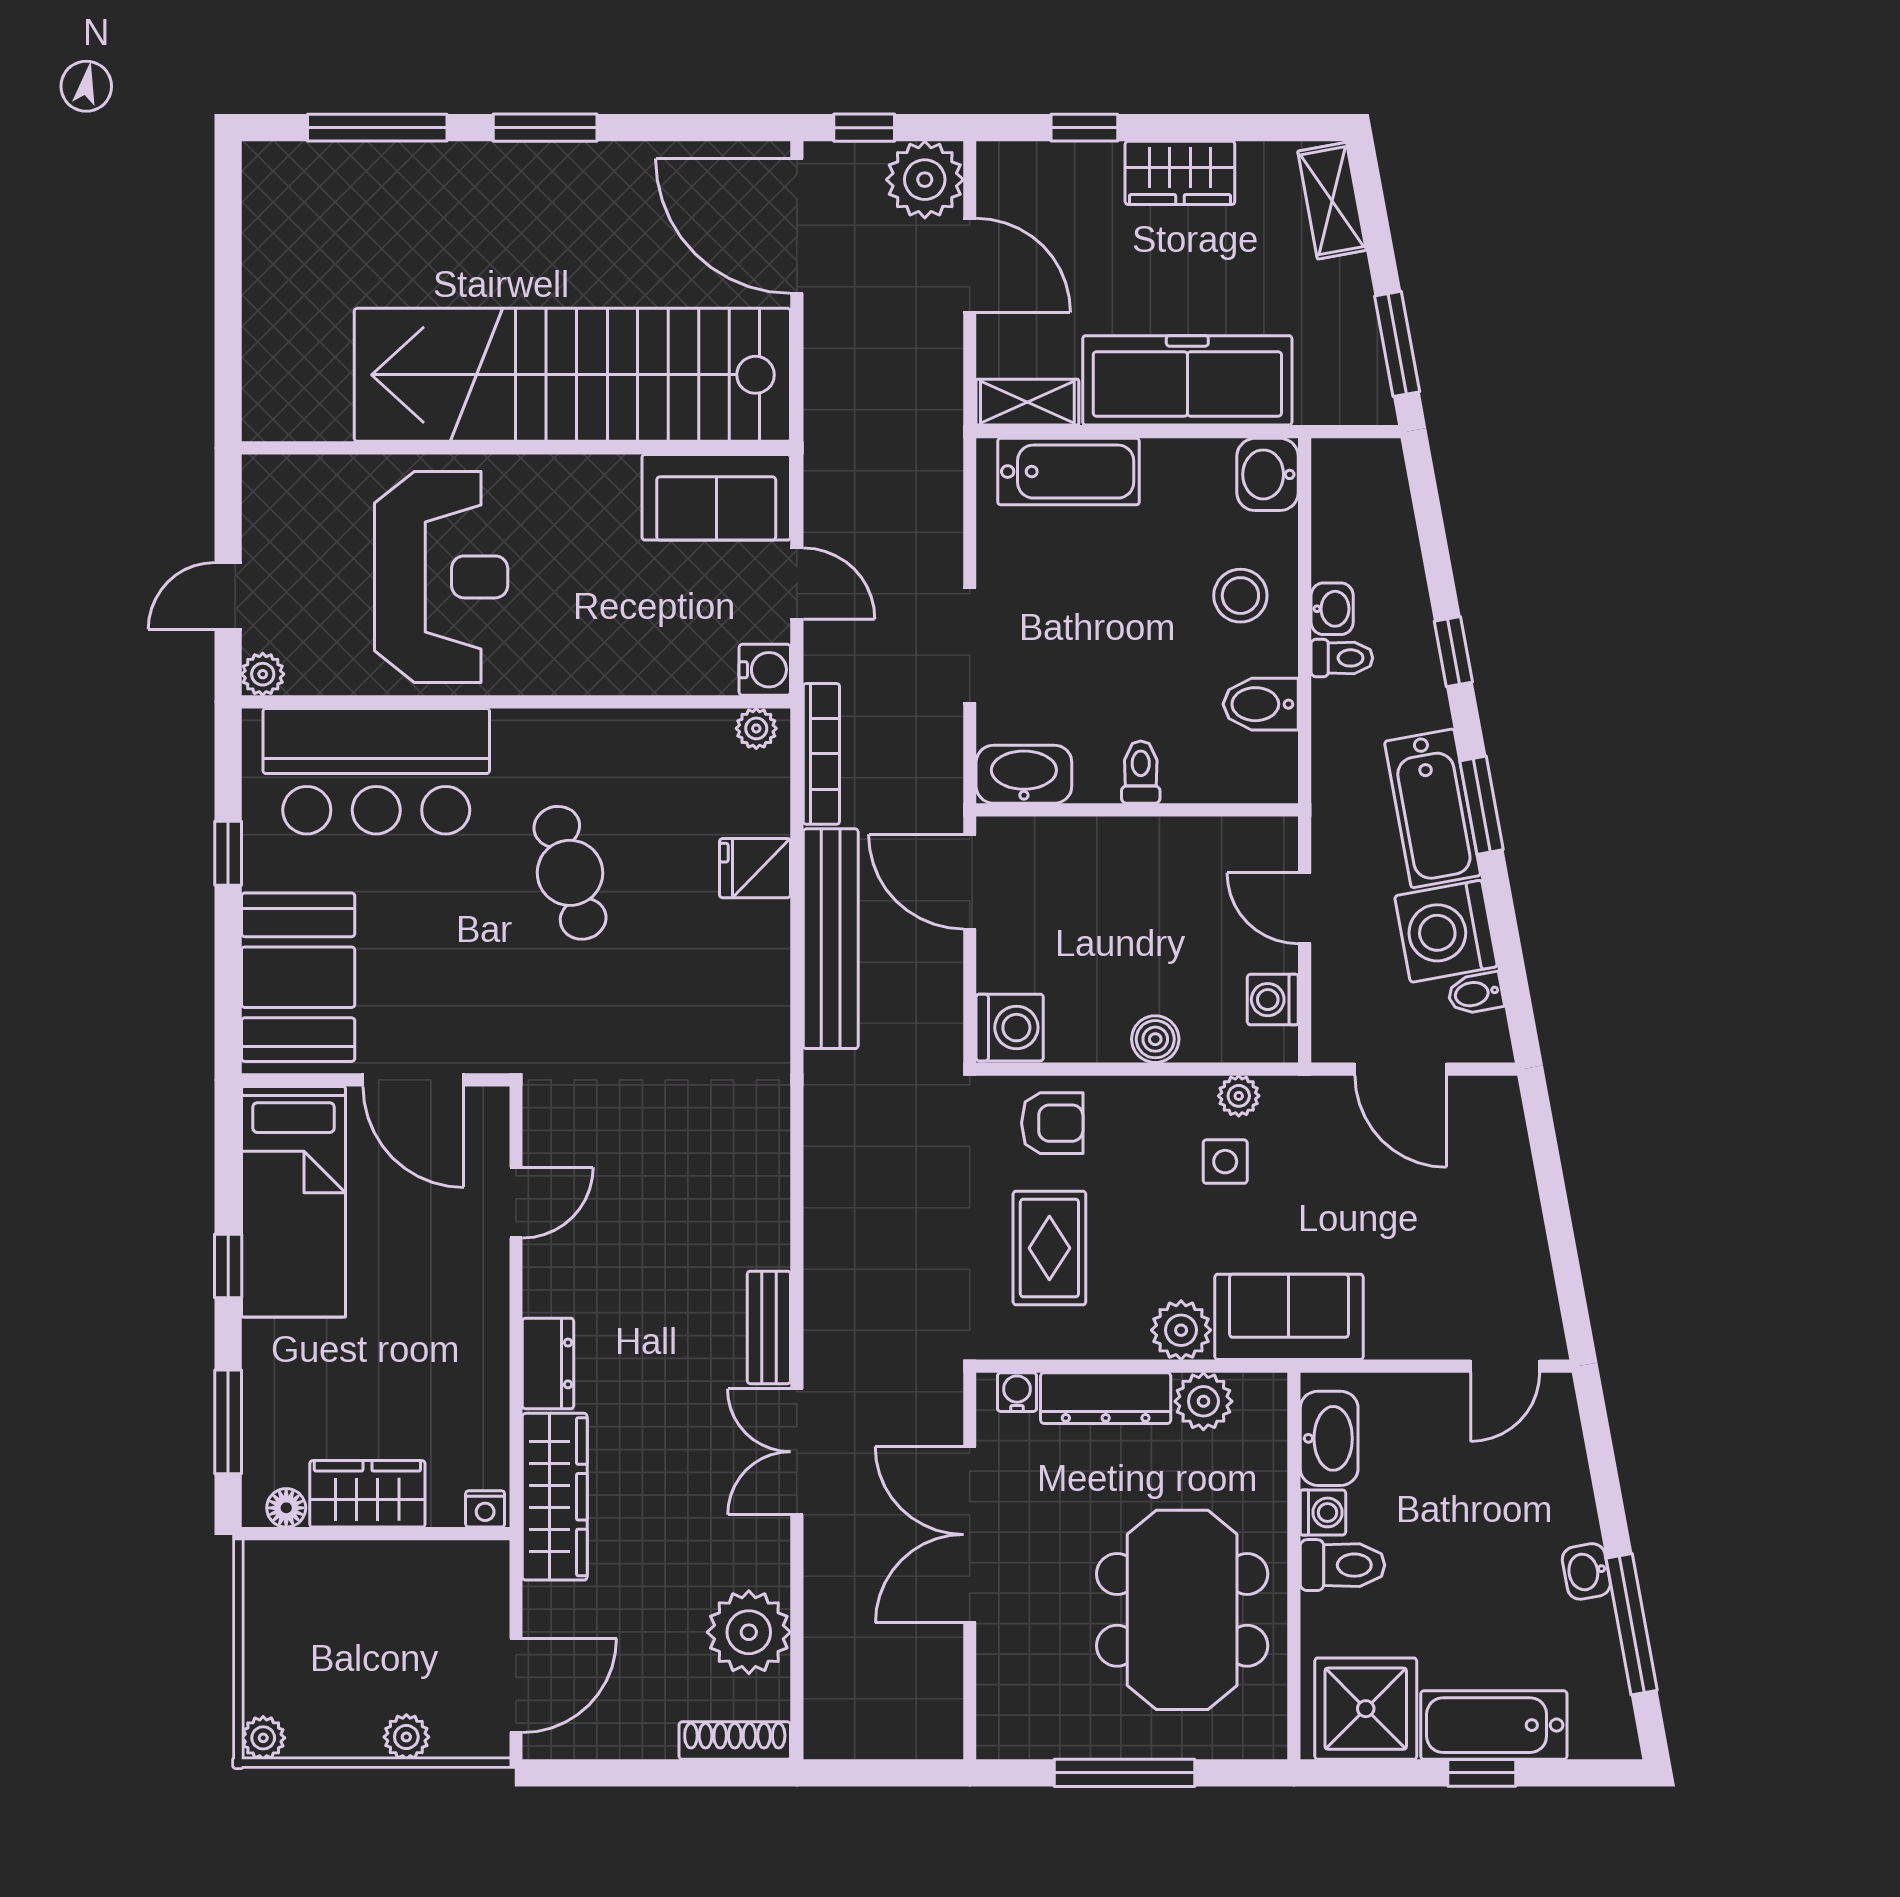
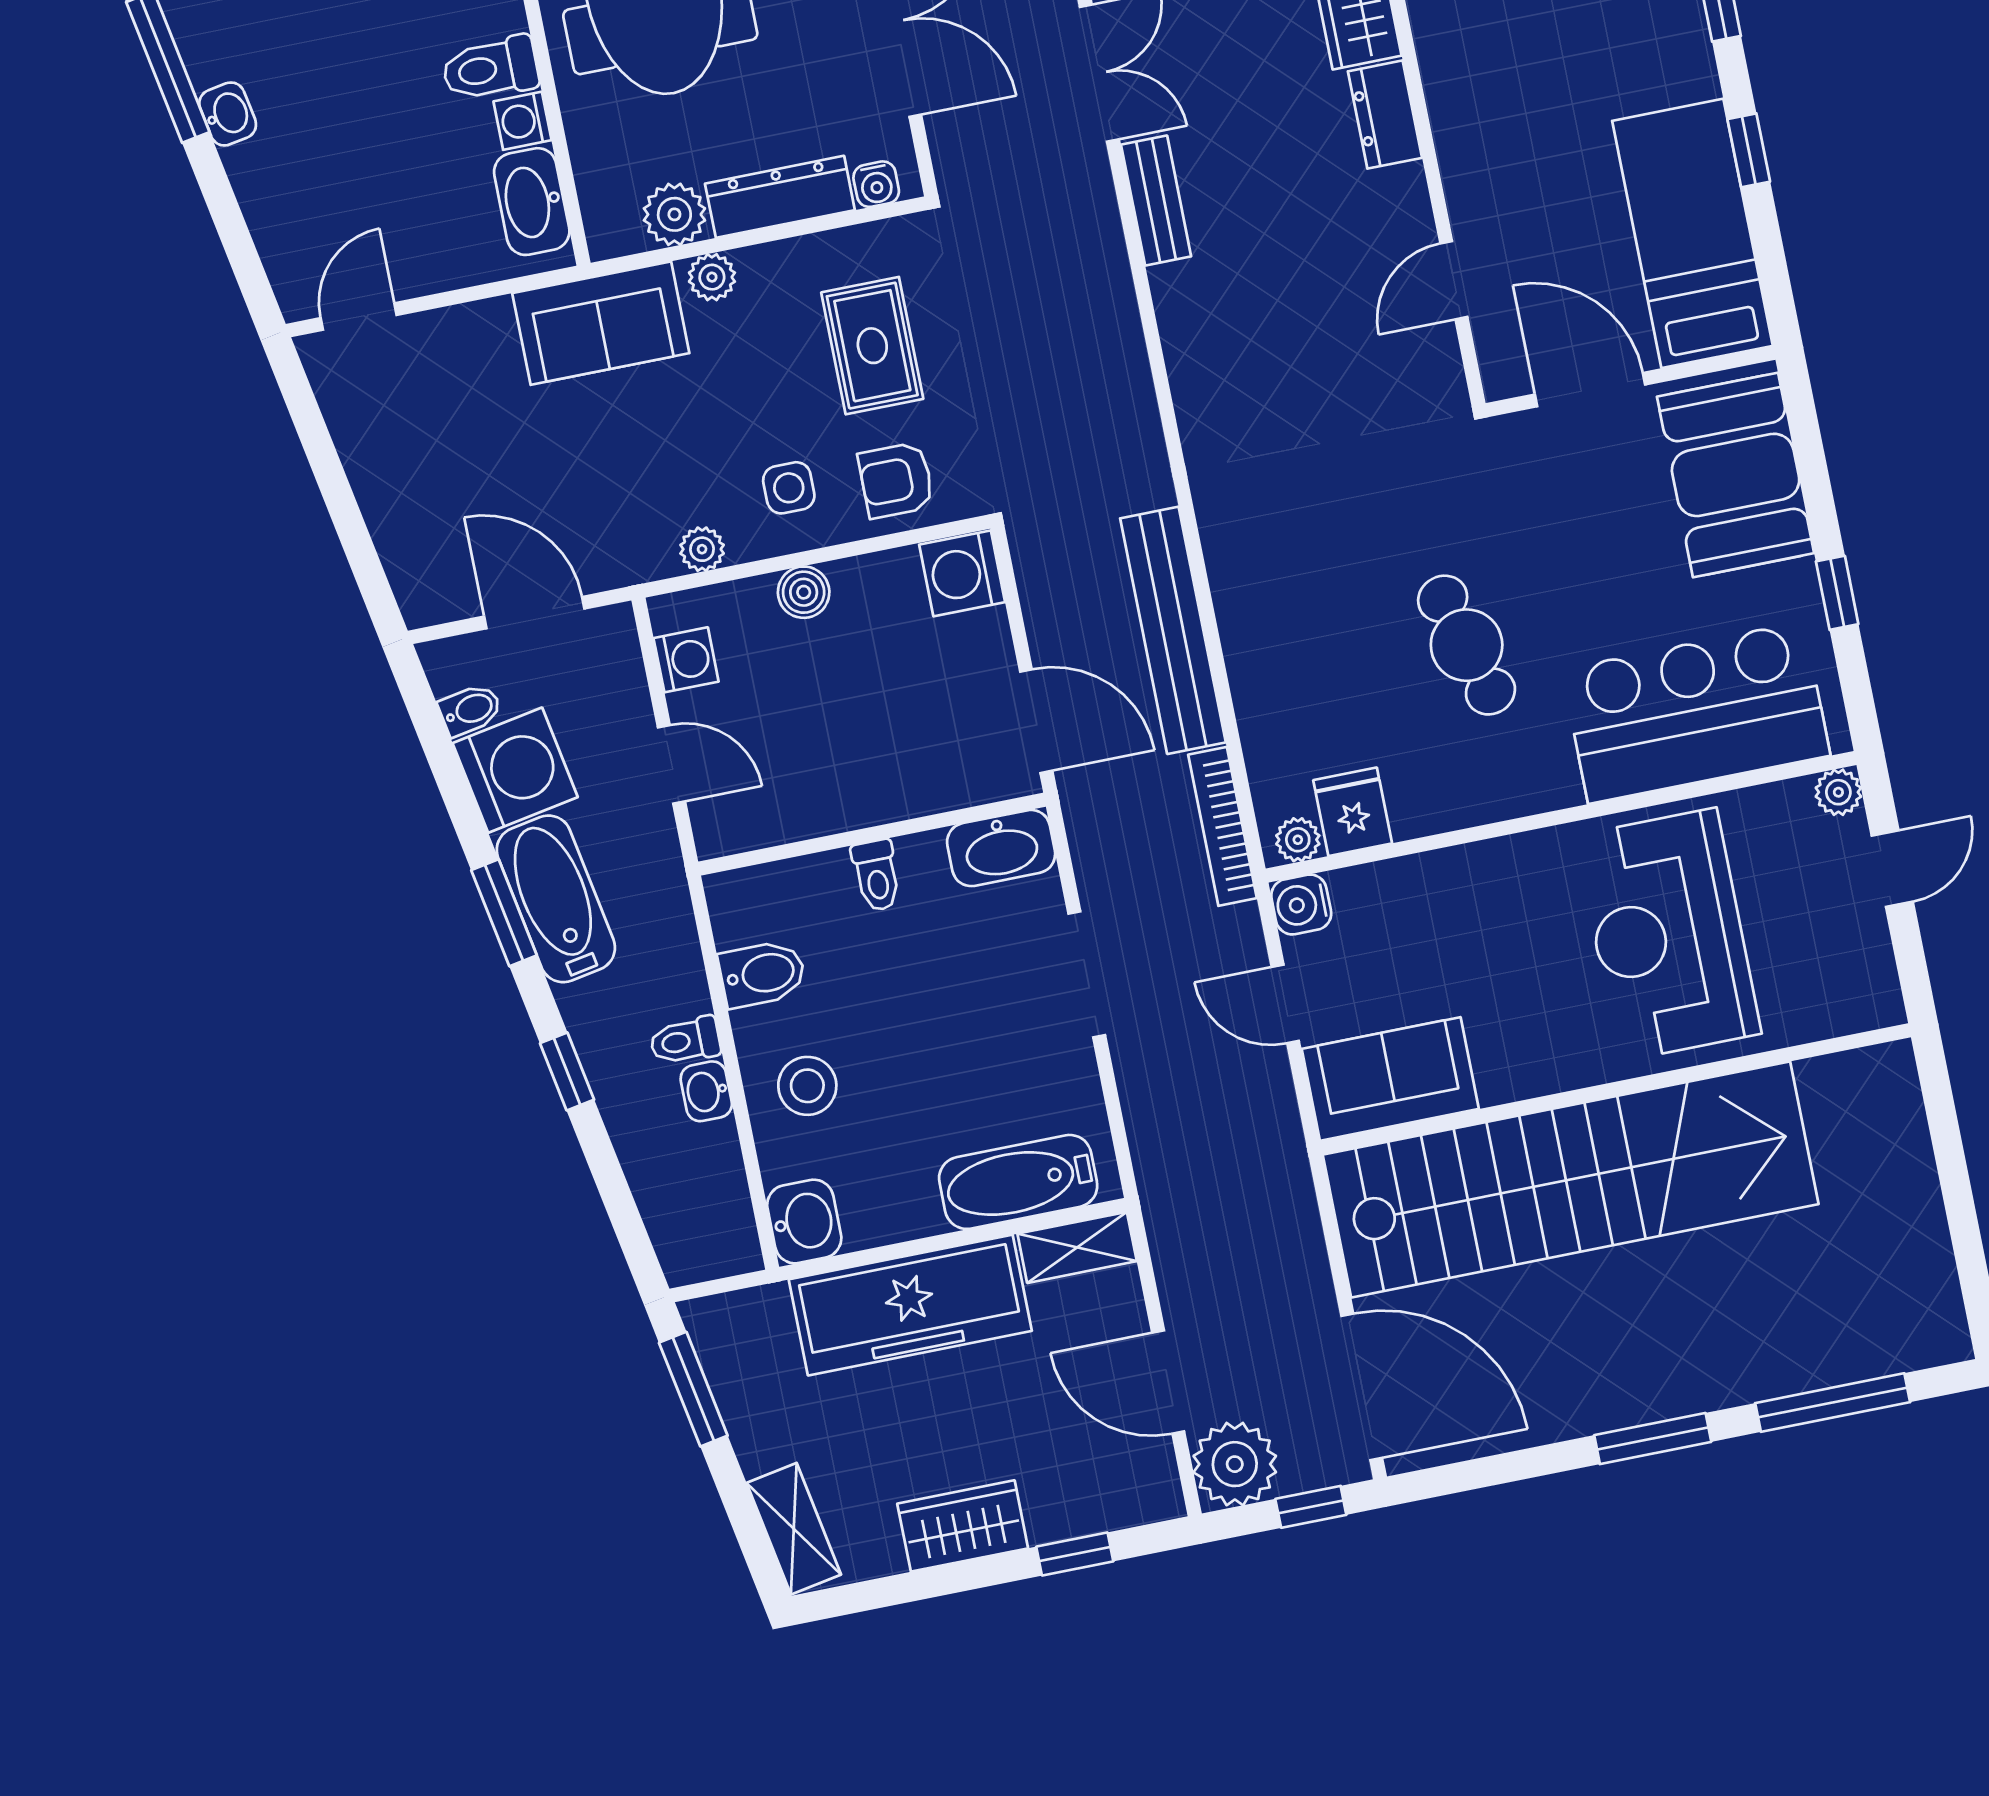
fridge: (755, 868) -> (1353, 812), moved, turned -90
side table: (1225, 1162) -> (789, 488), moved
plant: (1181, 1330) -> (712, 277), width x0.73, depth x0.73

